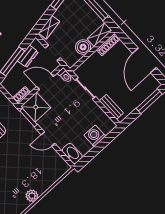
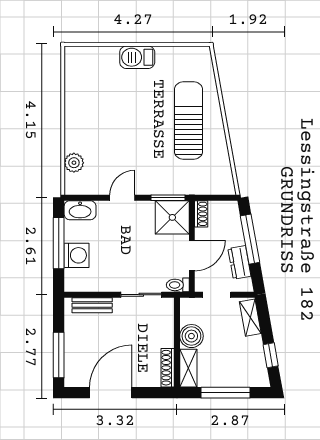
door: (144, 60) -> (111, 393), hinge flipped
window: (97, 149) -> (59, 243), added
plant: (32, 196) -> (74, 163), moved

